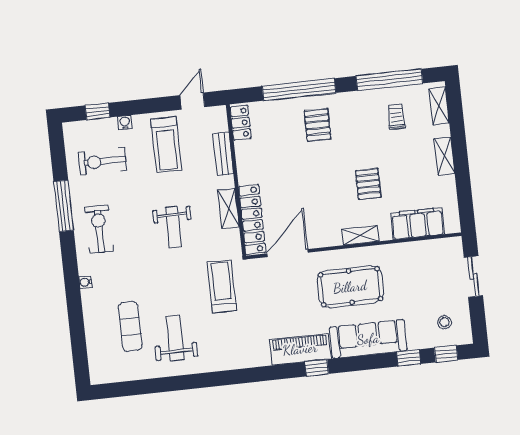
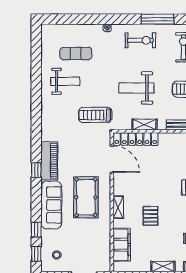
pallet: (368, 184) -> (150, 216), turned 90
weight bench: (173, 227) -> (136, 88), width x1.36, depth x1.33
treadmill: (222, 286) -> (95, 115), turned 180

